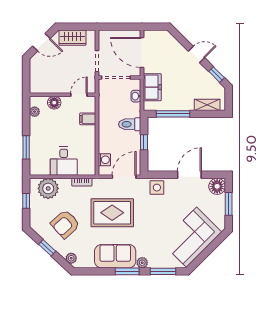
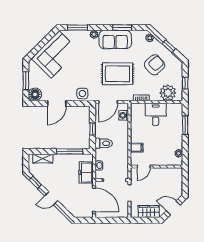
floor lamp: (54, 103) -> (163, 160), removed
window: (127, 271) -> (122, 28), moved

